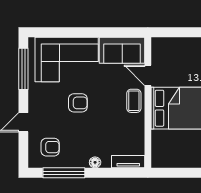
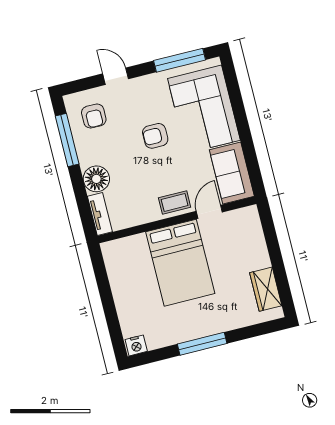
armchair: (78, 103) -> (155, 136), turned 90
floor lamp: (95, 162) -> (96, 179), width x1.89, depth x1.89

